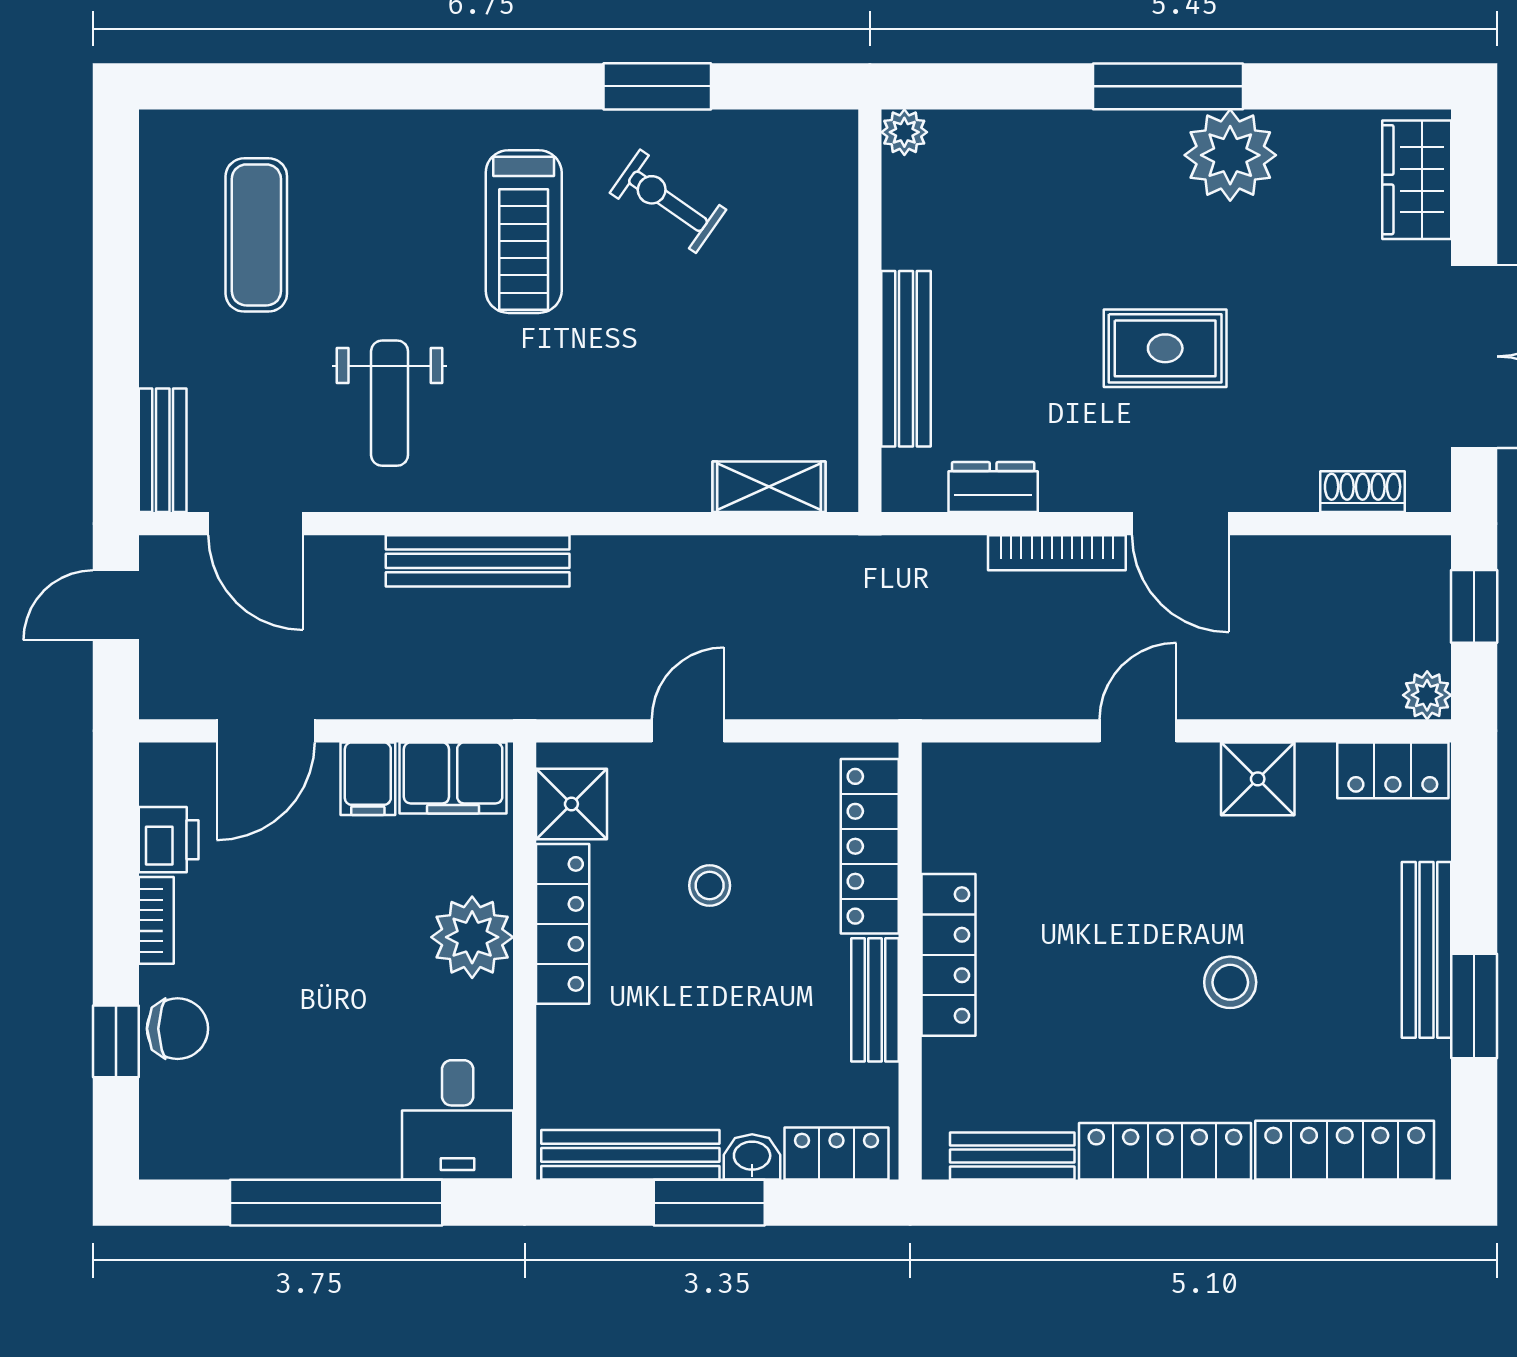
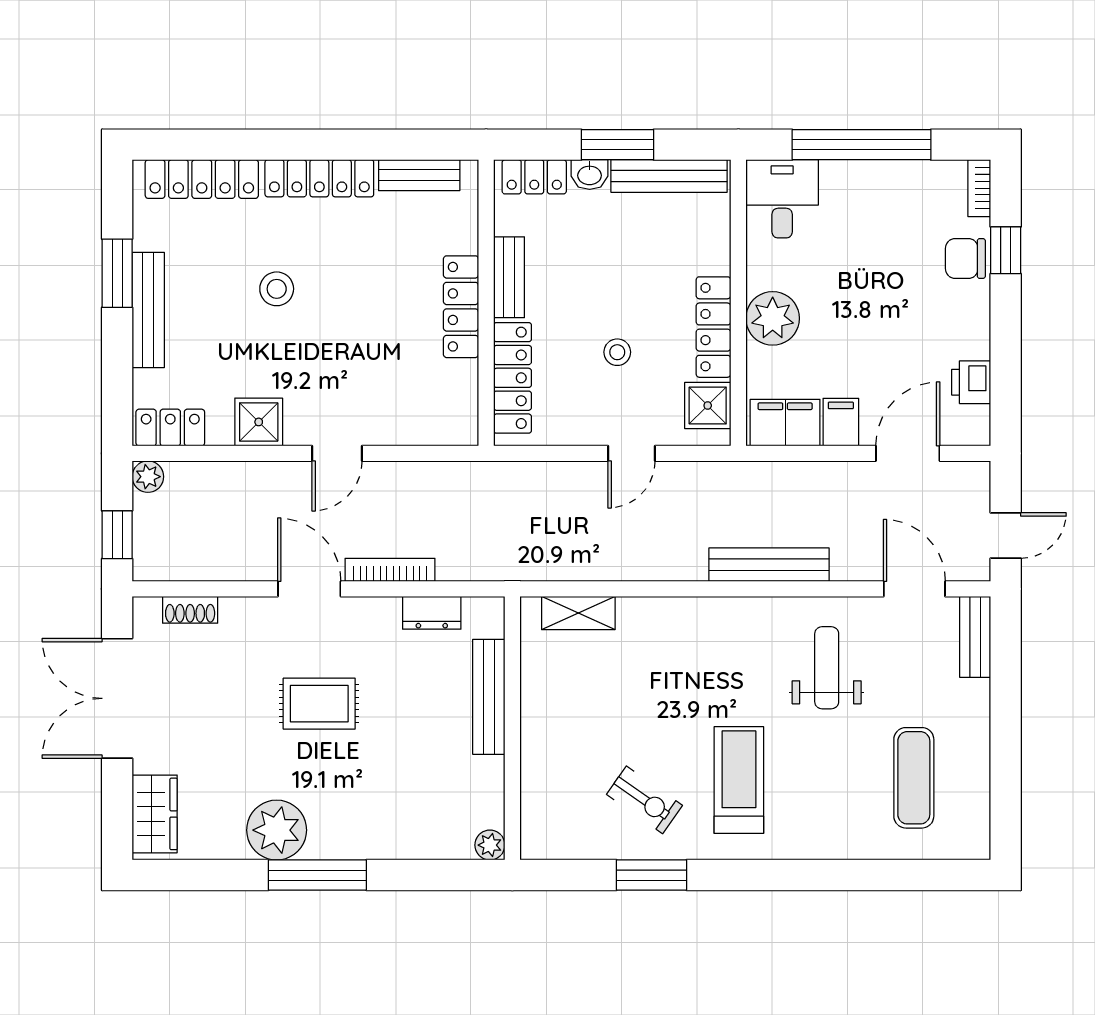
bookcase: (156, 920) -> (979, 188), moved

